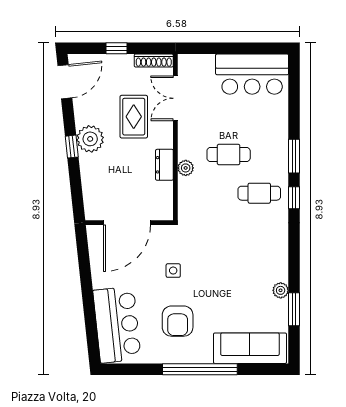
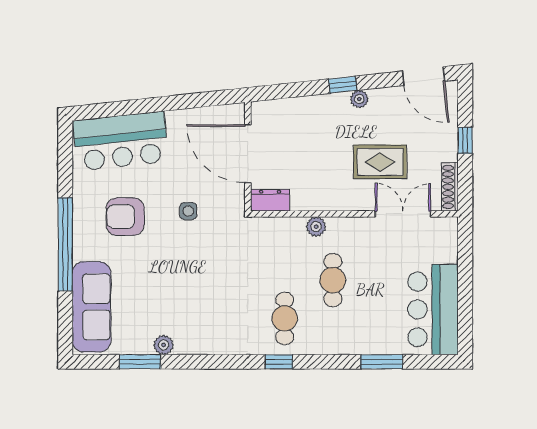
plant: (90, 139) -> (359, 99), width x0.53, depth x0.53
window: (294, 156) -> (382, 362), moved
dresser: (164, 165) -> (270, 200), moved

